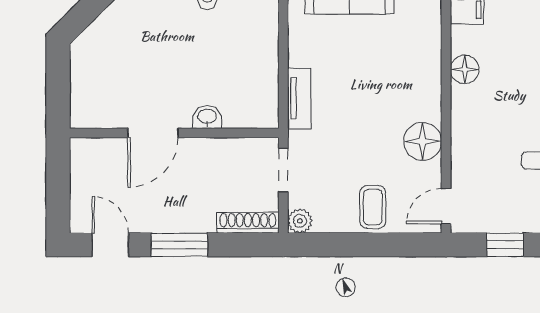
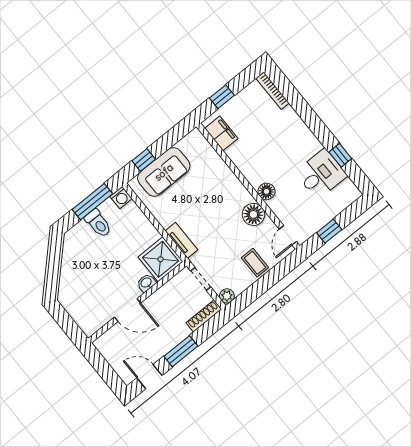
floor lamp: (465, 70) -> (266, 191), moved
shower: (251, 101) -> (161, 259), added
door: (153, 133) -> (128, 310), hinge flipped

